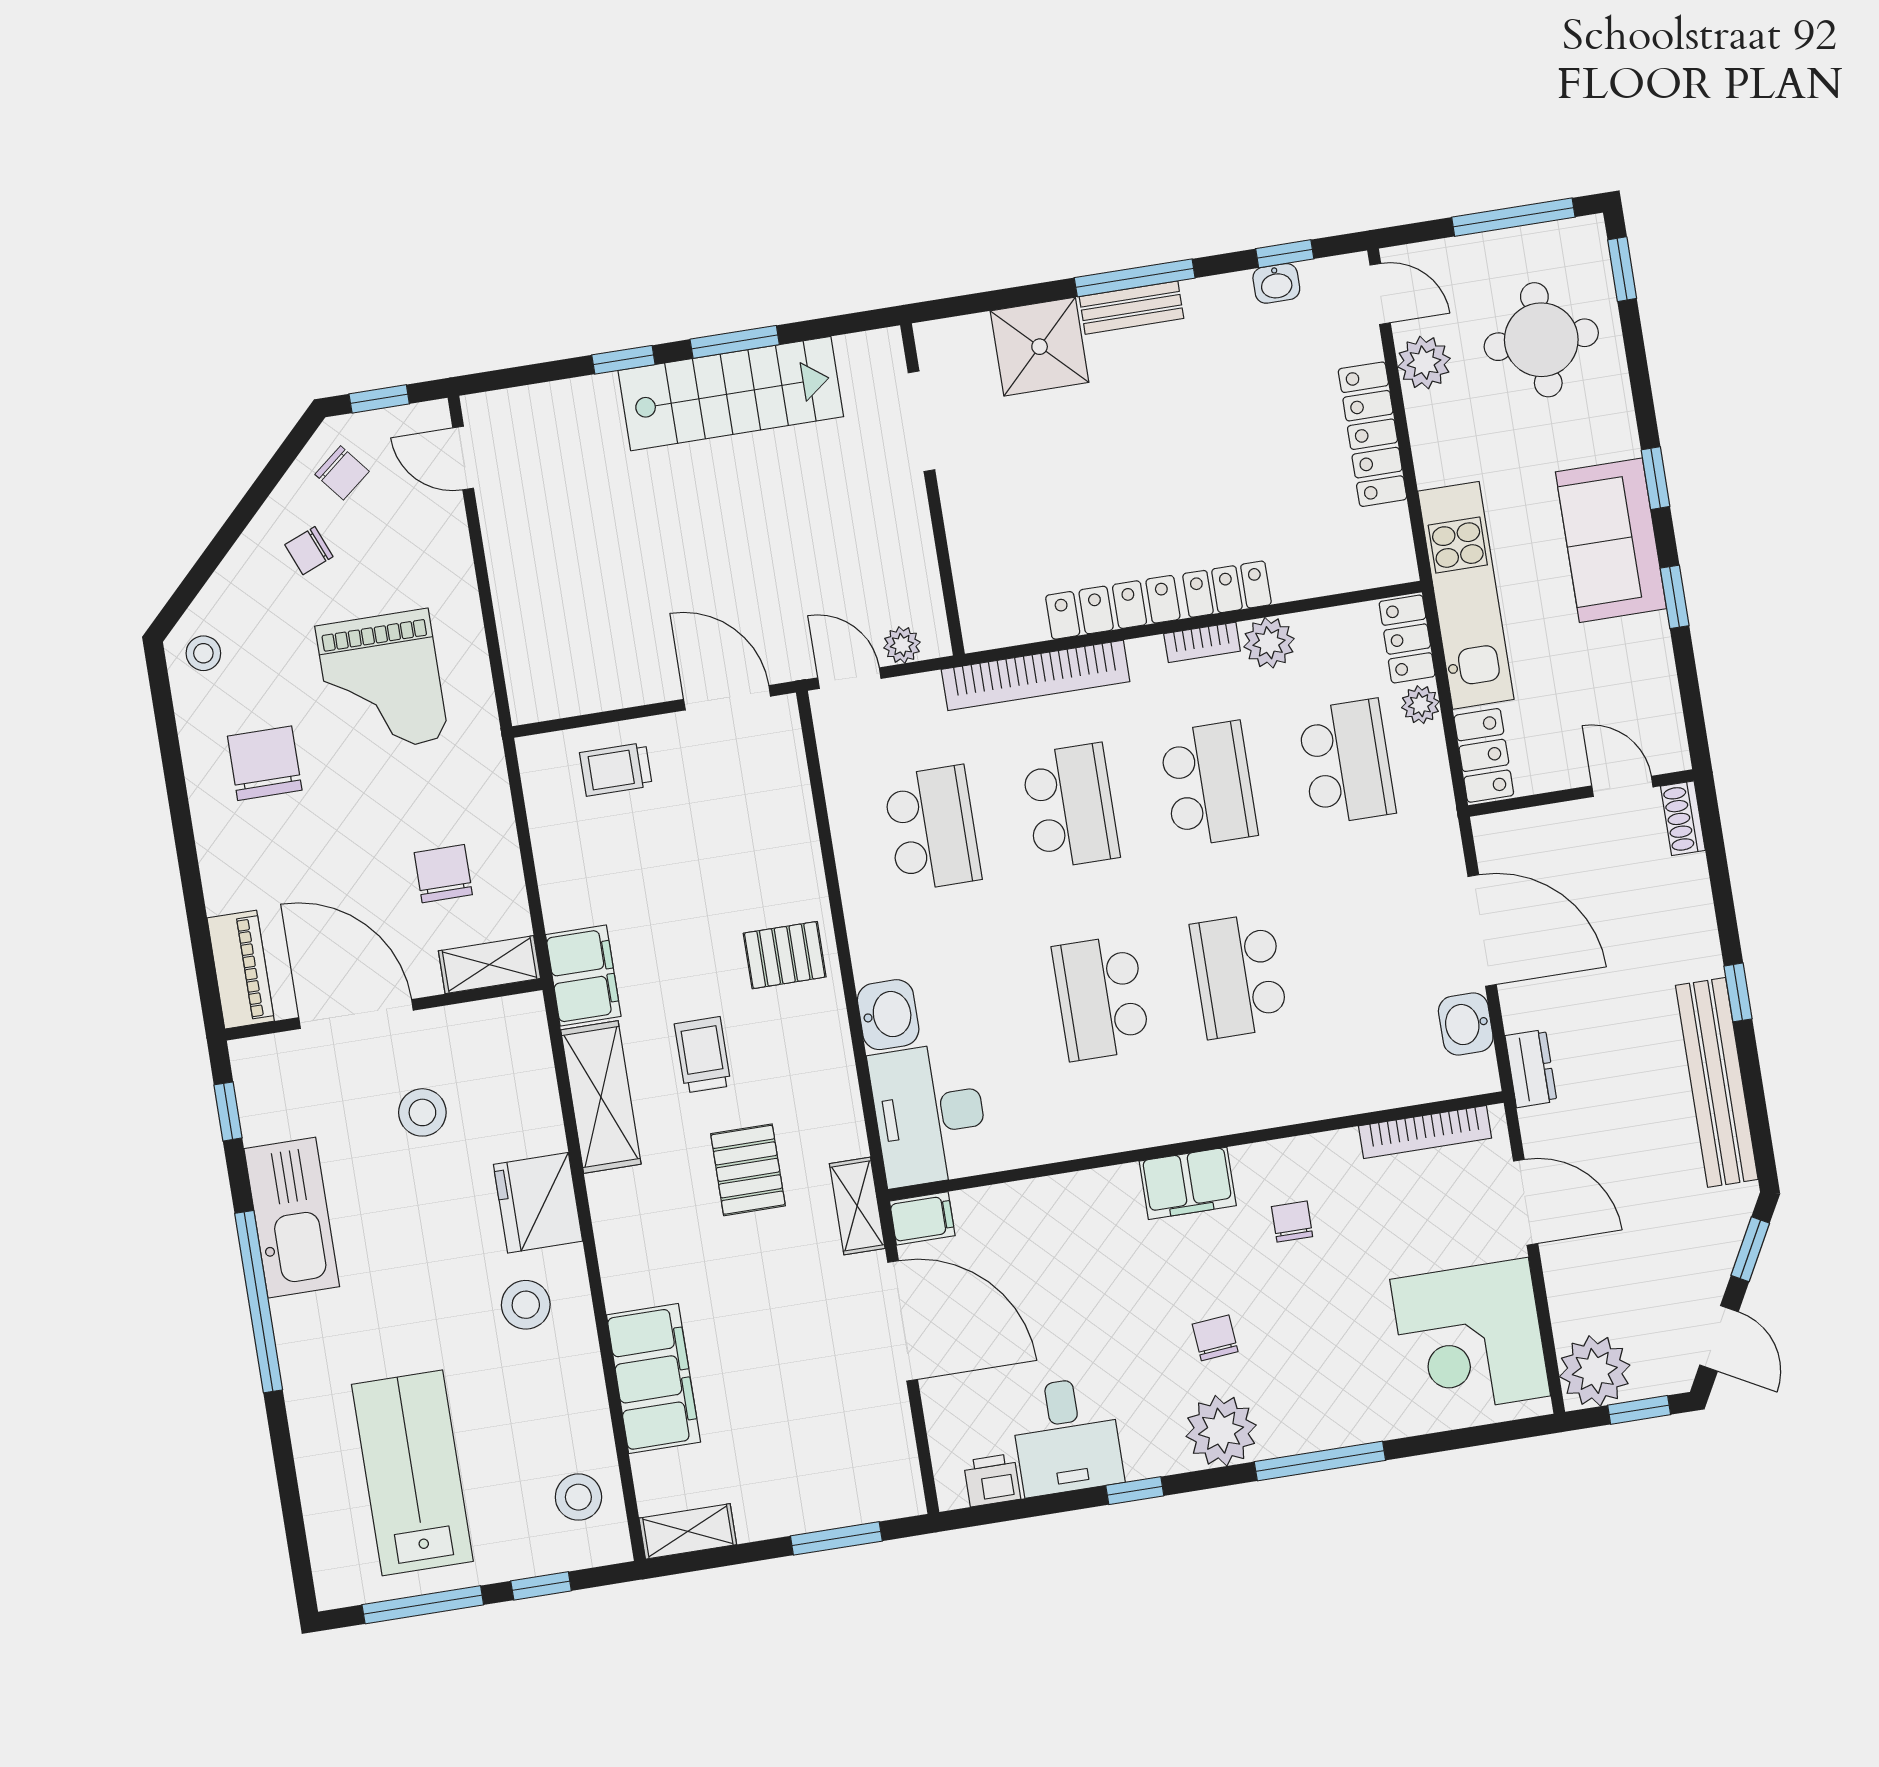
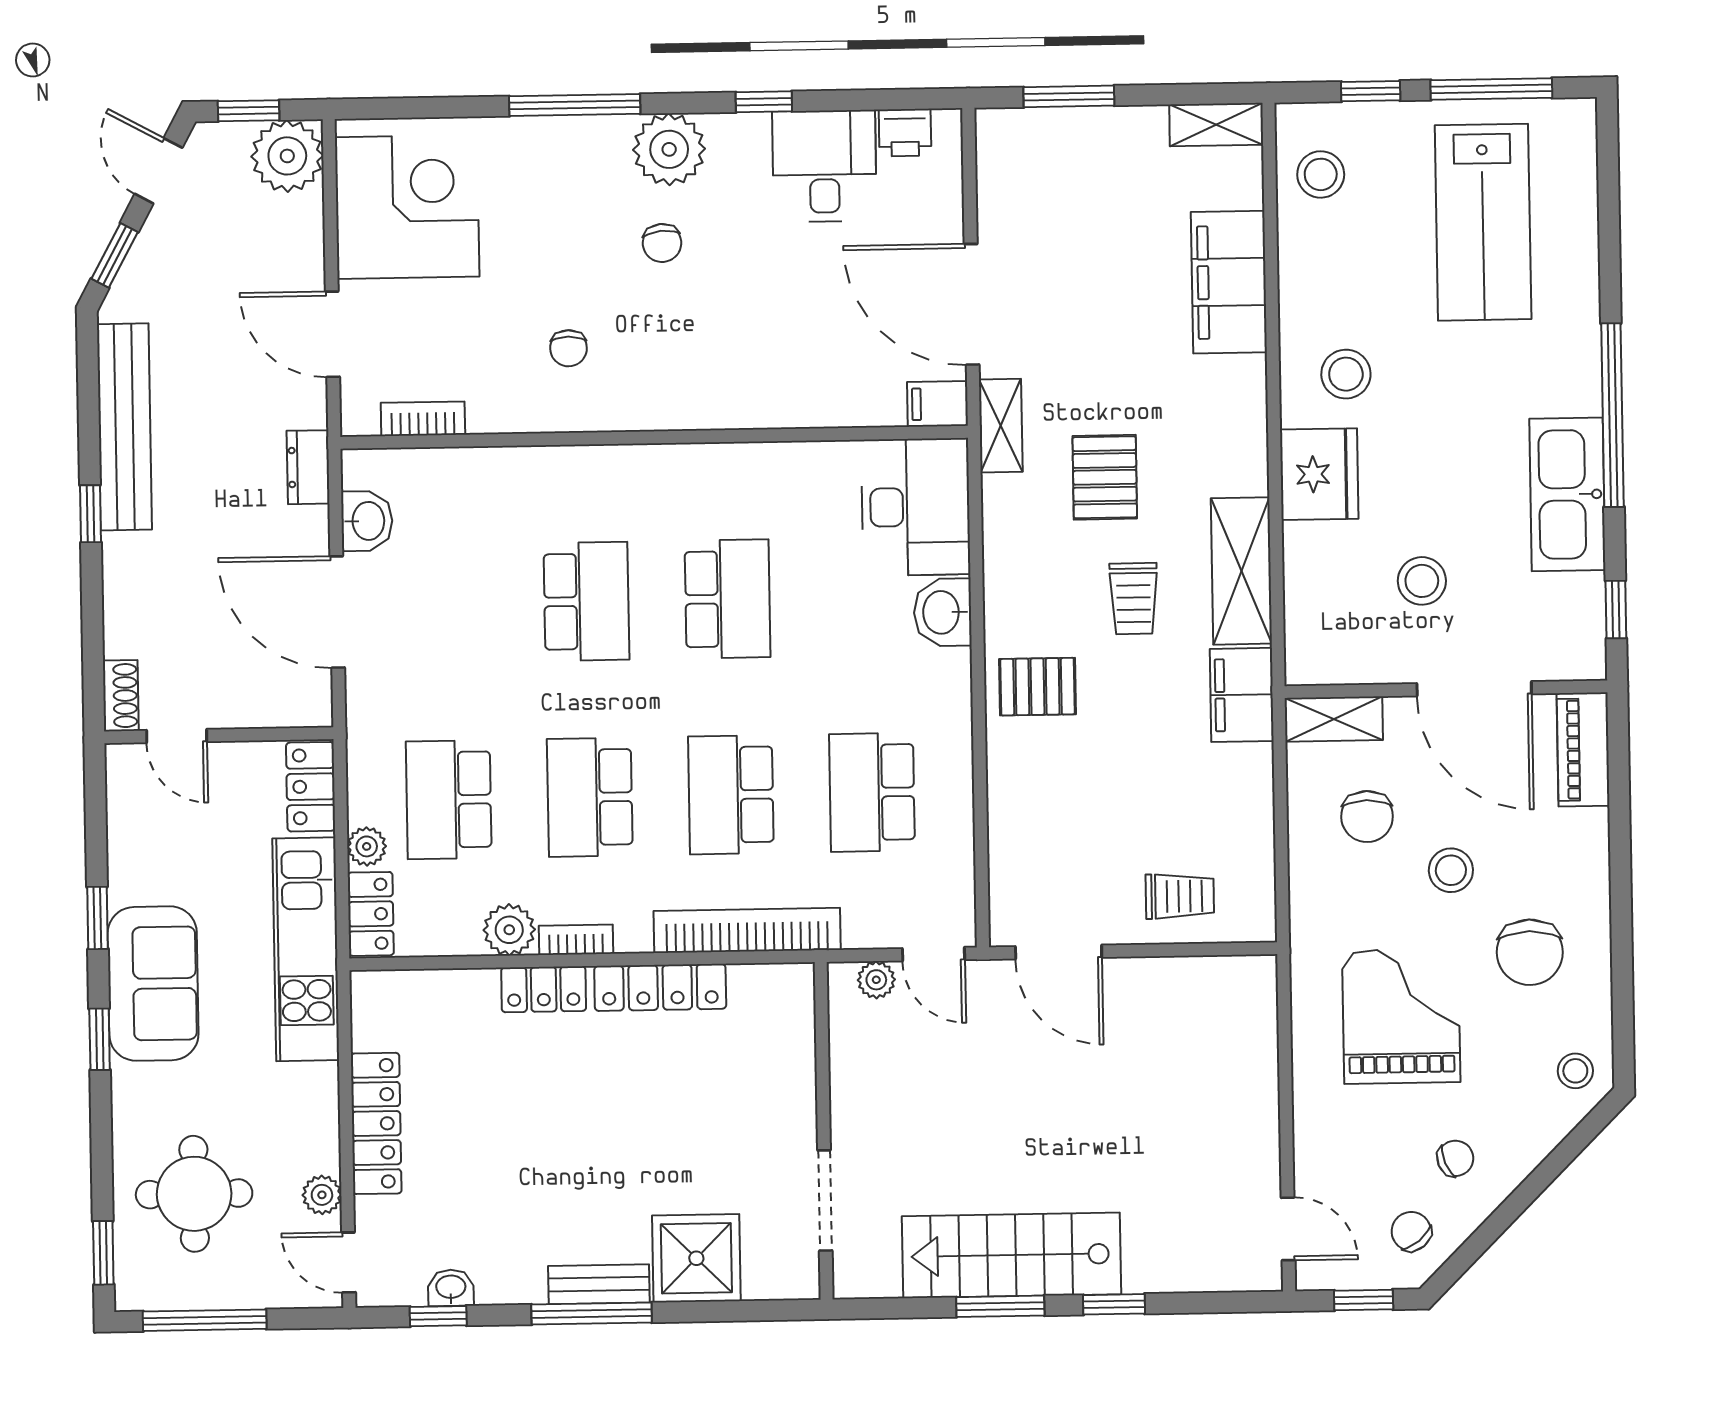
plant: (1424, 363) -> (322, 1195), width x0.73, depth x0.73
stool: (353, 833) -> (1451, 870), added
bookcase: (1425, 1132) -> (423, 419), width x0.64
filing cabinet: (1188, 1183) -> (667, 401), removed

